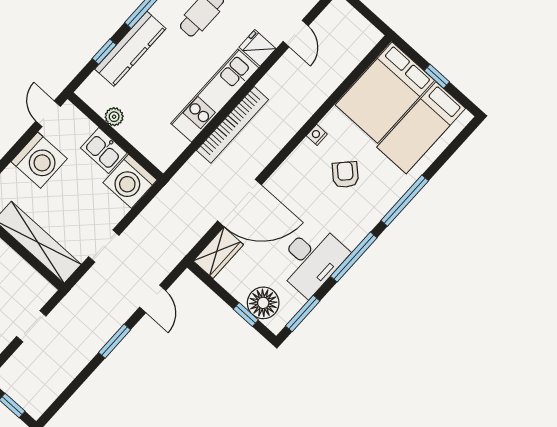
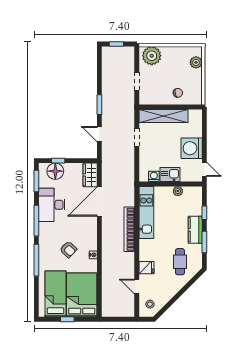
kitchen counter: (130, 49) -> (195, 230), width x0.67
kitchen unit: (215, 96) -> (146, 212), moved
washing machine: (130, 181) -> (154, 176), width x0.53, depth x0.53

